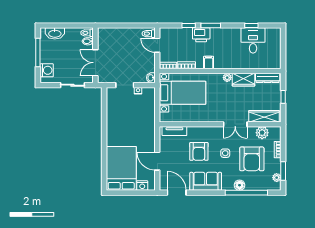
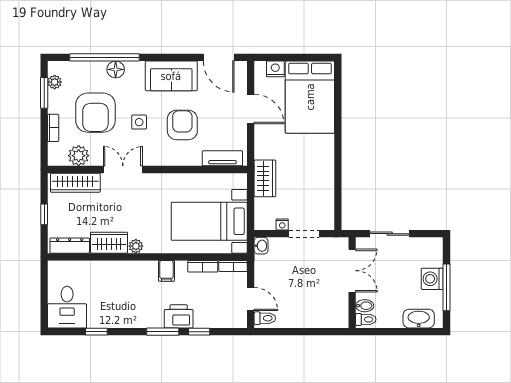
desk: (253, 40) -> (67, 307), moved
washing machine: (47, 70) -> (432, 279), moved
wardrobe: (149, 119) -> (265, 178), added
armchair: (252, 159) -> (95, 113), turned 180

